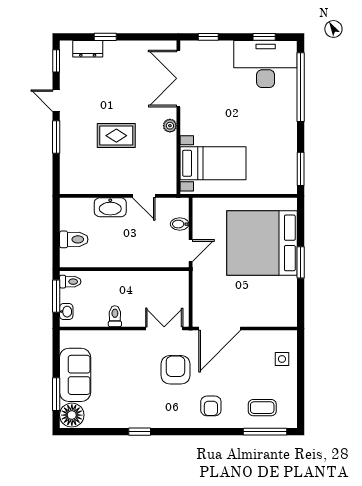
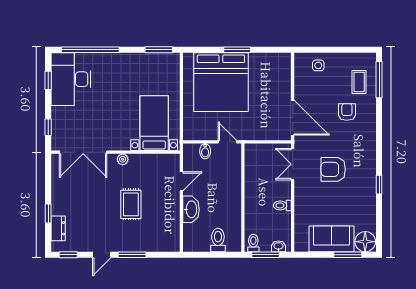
armchair: (175, 370) -> (333, 169), moved
armchair: (211, 406) -> (347, 112), moved, turned -90

